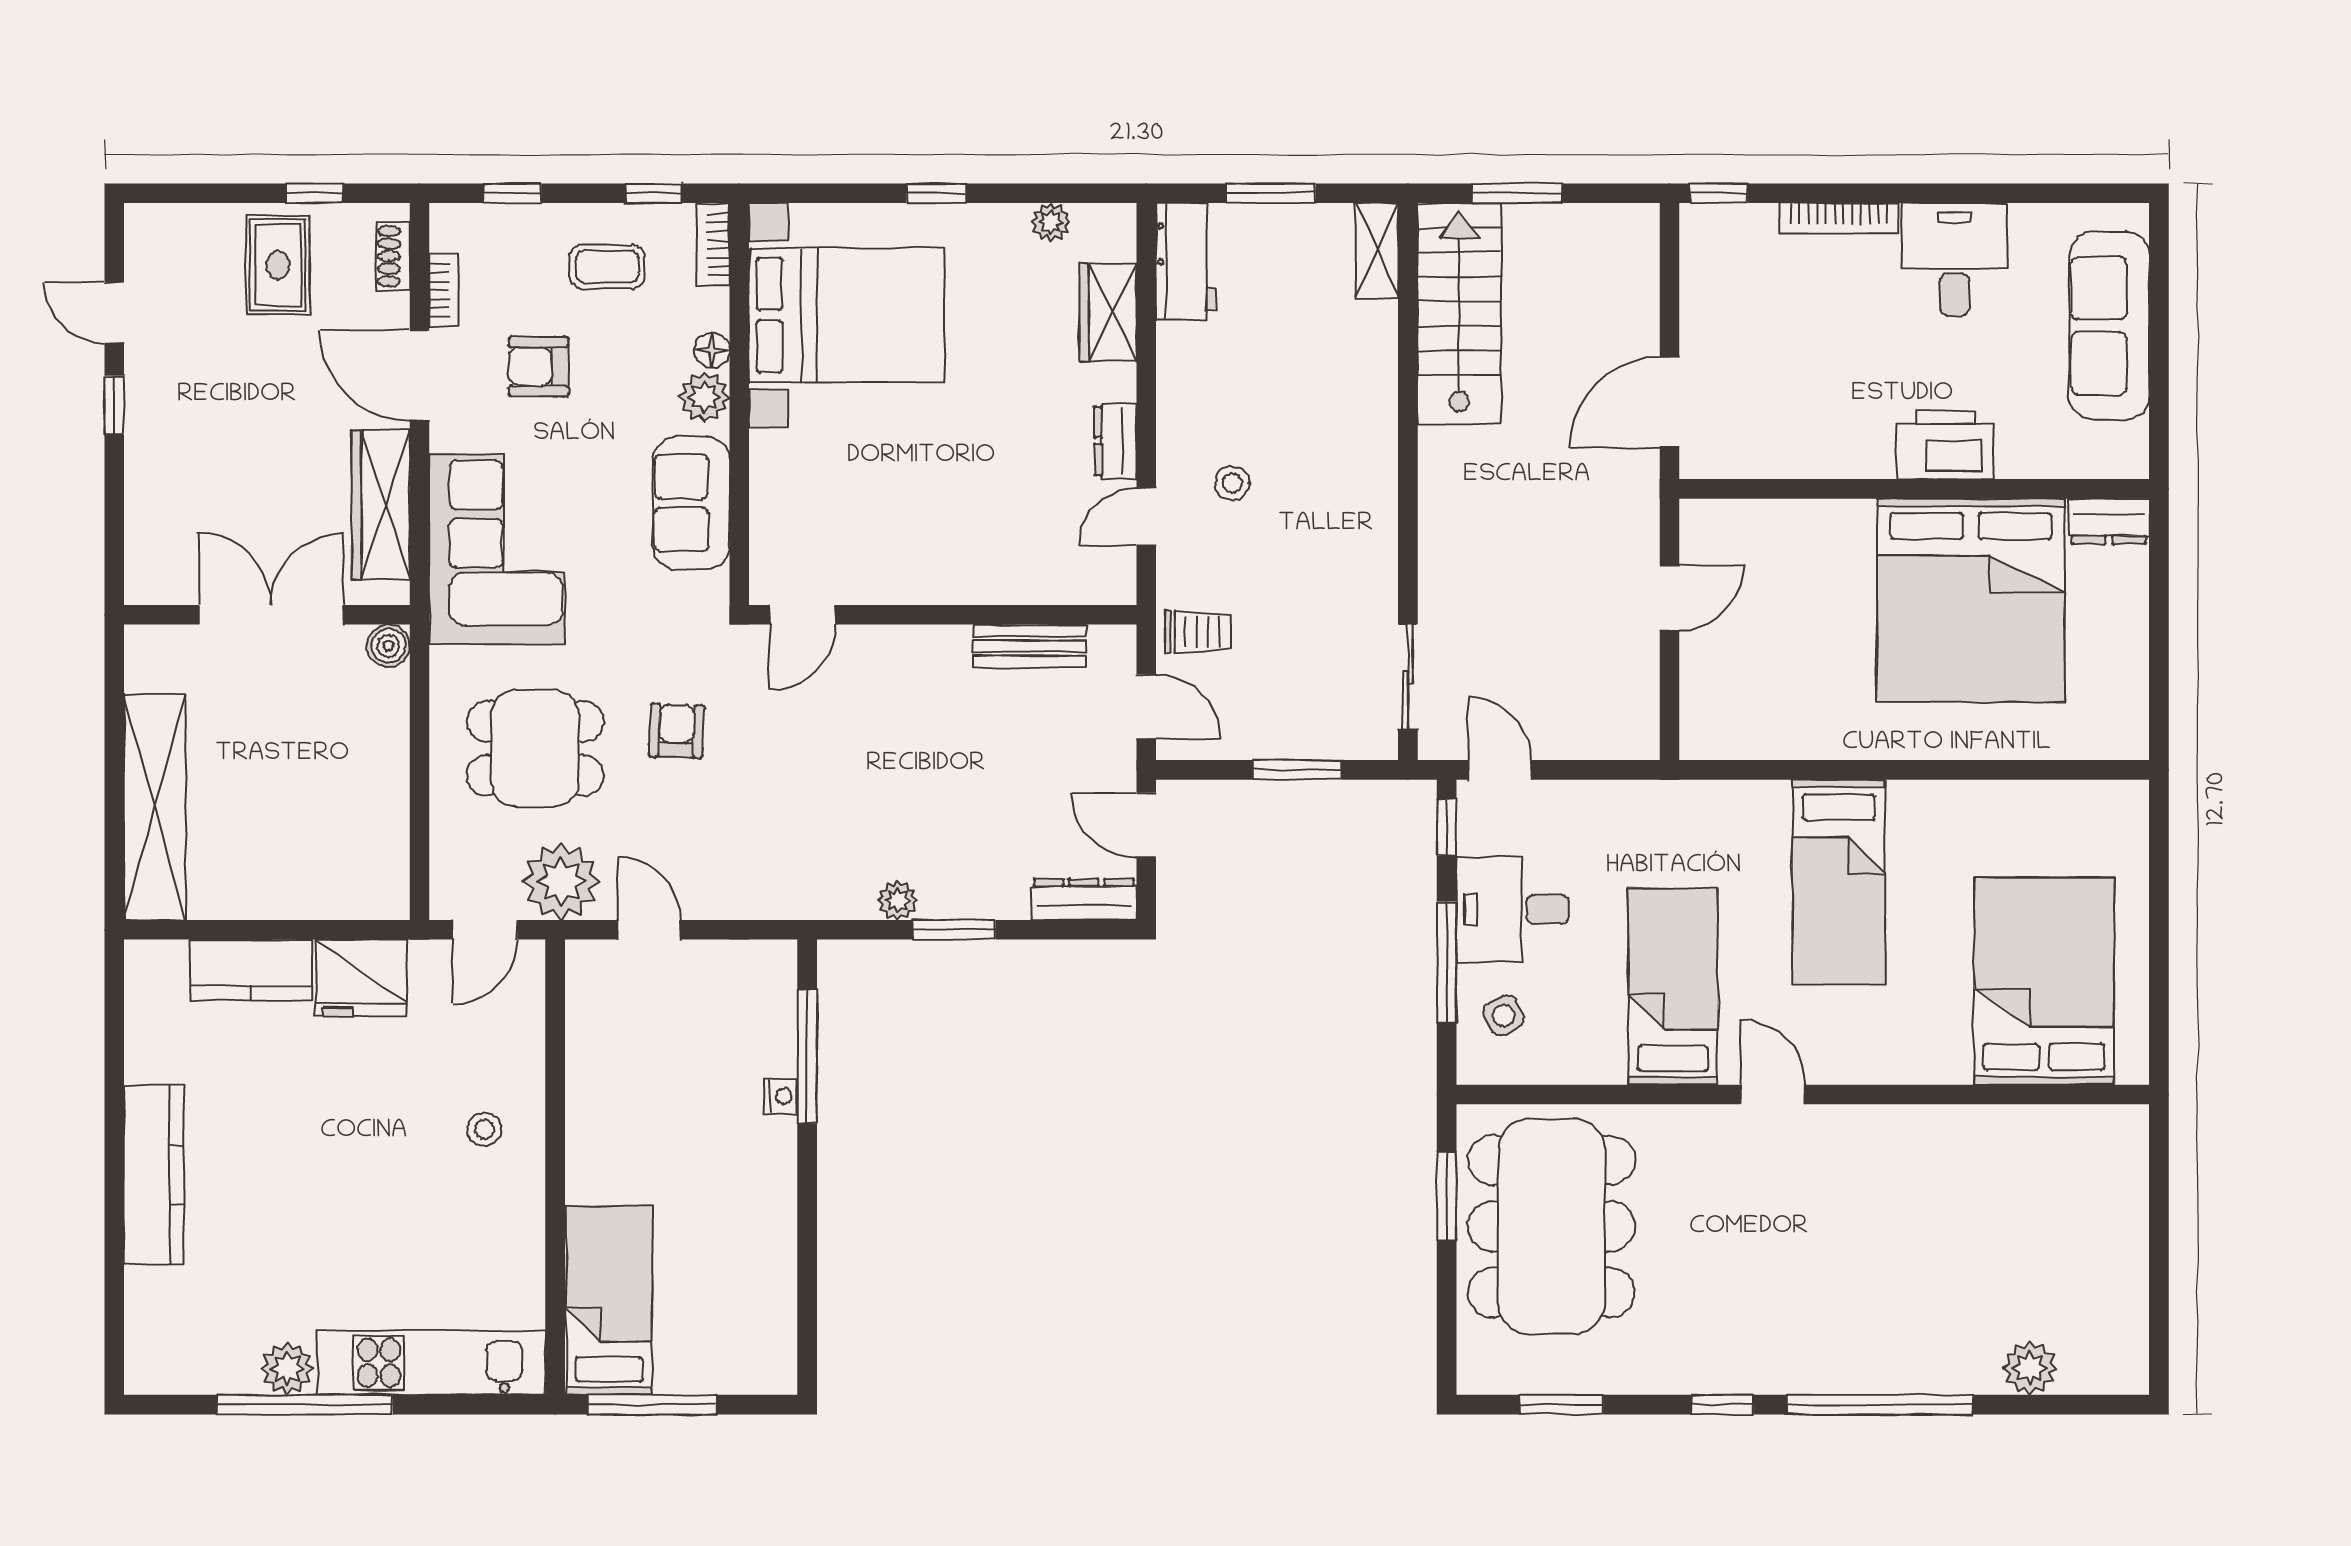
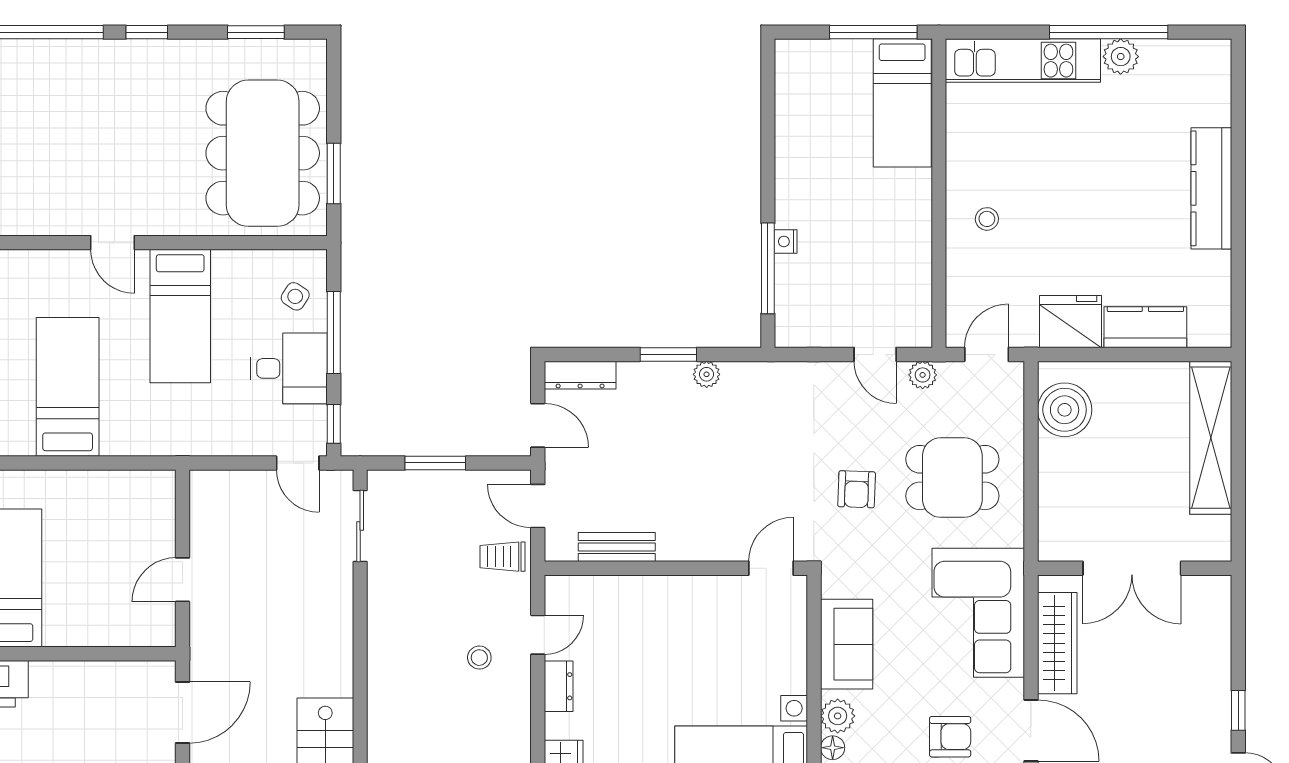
boiler: (388, 646) -> (1065, 410), moved, width x1.86, depth x1.86
plant: (561, 882) -> (923, 375), width x0.53, depth x0.53
side table: (1504, 1015) -> (295, 296), turned -30

